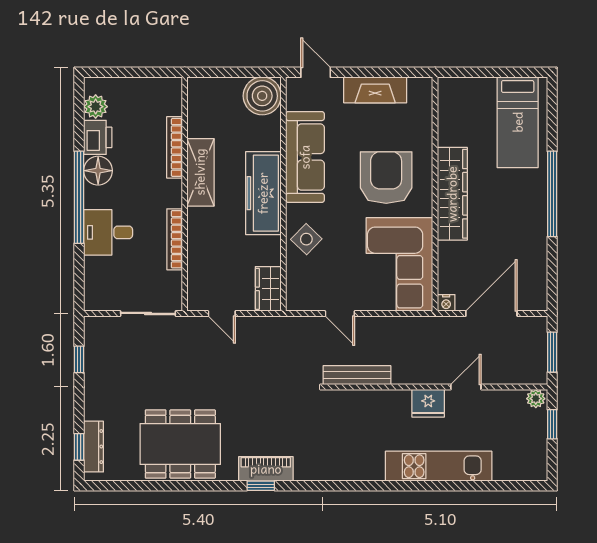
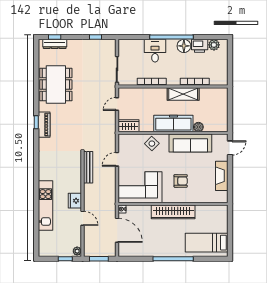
boiler: (262, 96) -> (198, 127), moved, width x0.54, depth x0.54
armchair: (386, 178) -> (181, 181), width x0.53, depth x0.53

